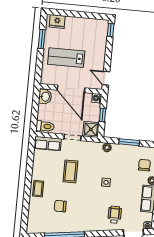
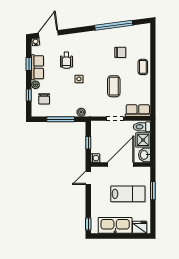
kitchen sink: (83, 26) -> (115, 225), added
window: (42, 39) -> (153, 191), moved
door: (106, 78) -> (88, 178), swing flipped
door: (71, 89) -> (121, 165), hinge flipped
shower: (91, 129) -> (143, 140), moved
window: (129, 142) -> (61, 119), width x1.44
wheelchair: (115, 215) -> (66, 60), moved

